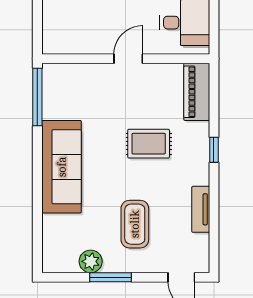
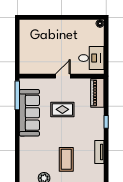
rug: (149, 144) -> (62, 109), moved
sofa: (62, 167) -> (29, 113), moved

